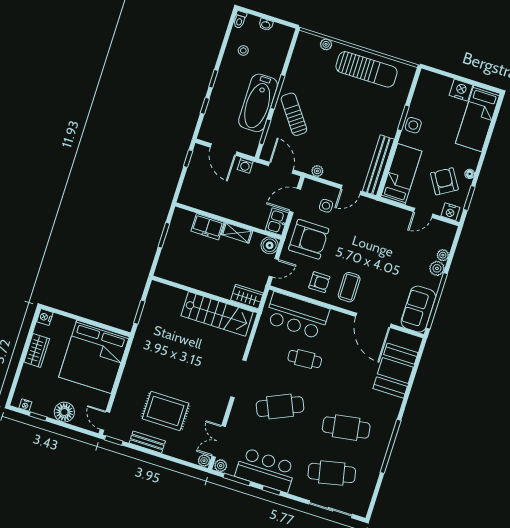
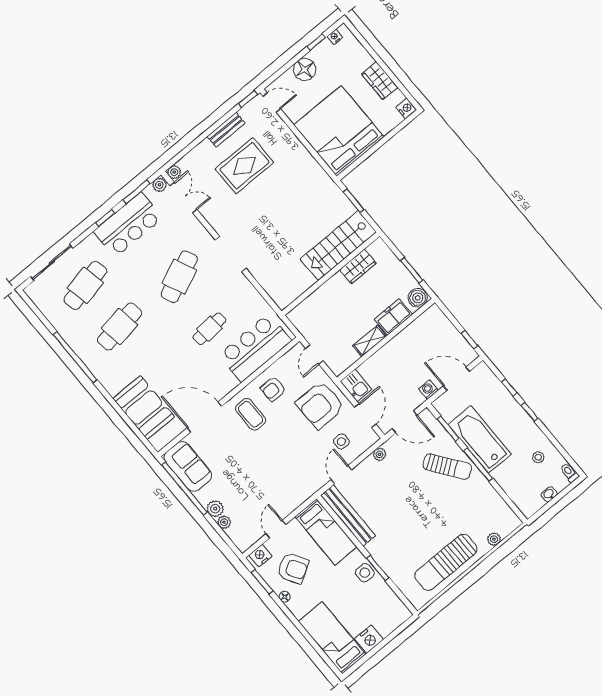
boiler: (270, 245) -> (418, 298), moved
wardrobe: (247, 297) -> (358, 266), moved
stairs: (217, 314) -> (338, 245), moved

